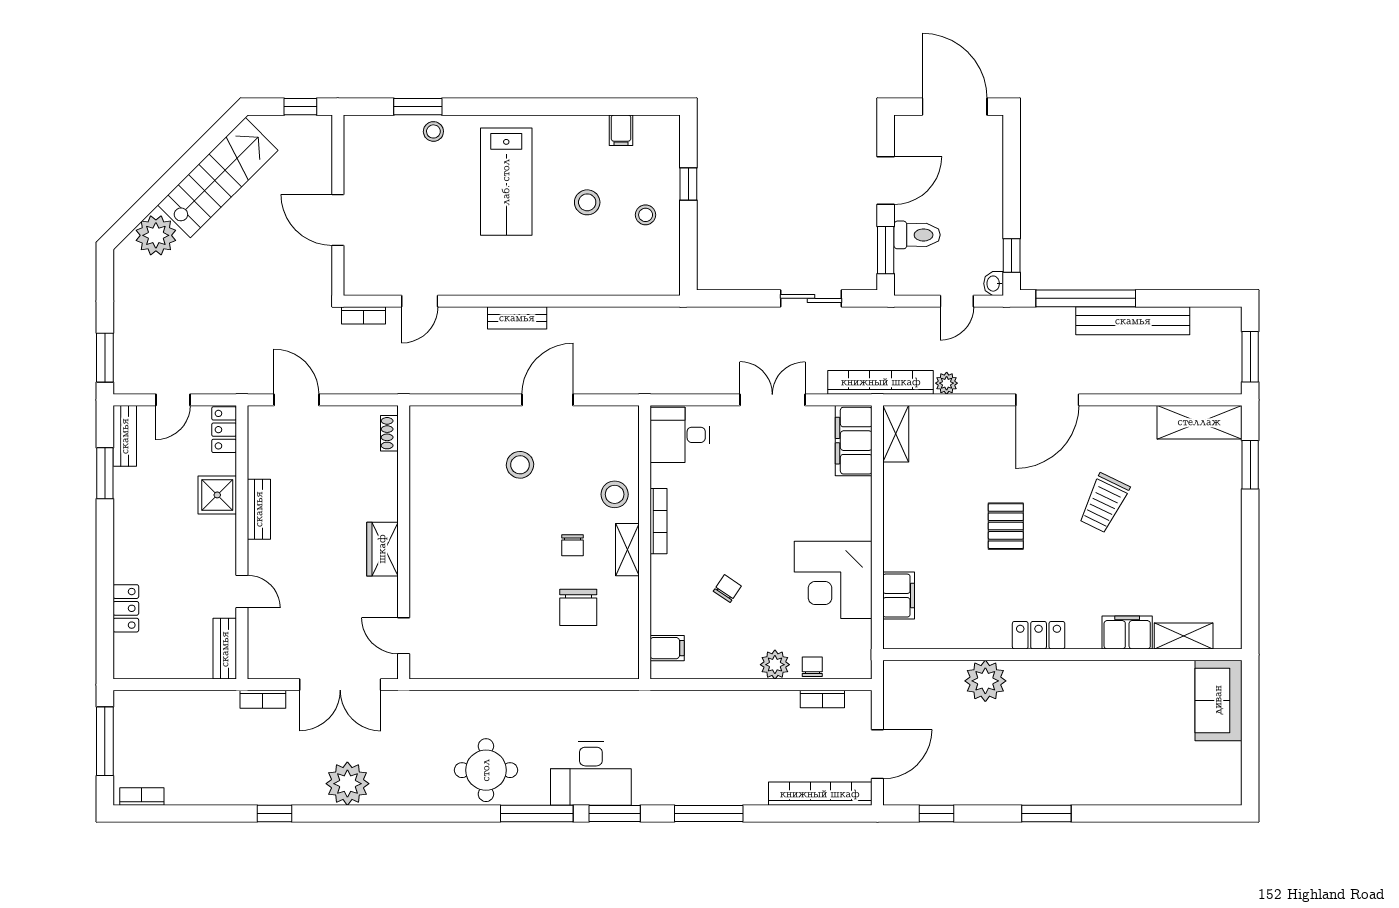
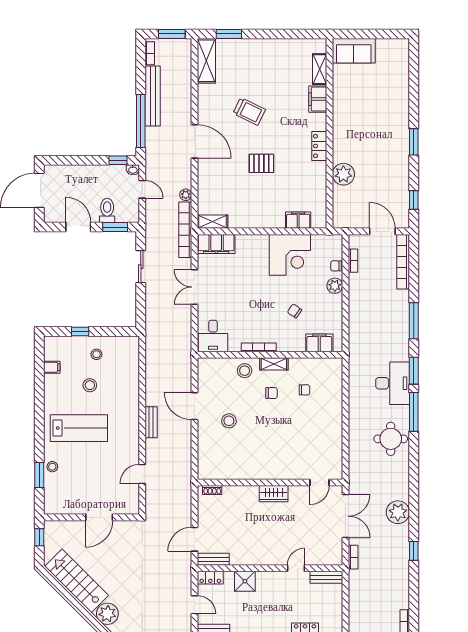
door: (420, 301) -> (142, 474), swing flipped
bookcase: (364, 315) -> (150, 53), moved
bench: (259, 509) -> (213, 559), moved
chair: (578, 607) -> (304, 390), width x0.54, depth x0.54
filing cabinet: (667, 648) -> (319, 343), width x2.00

